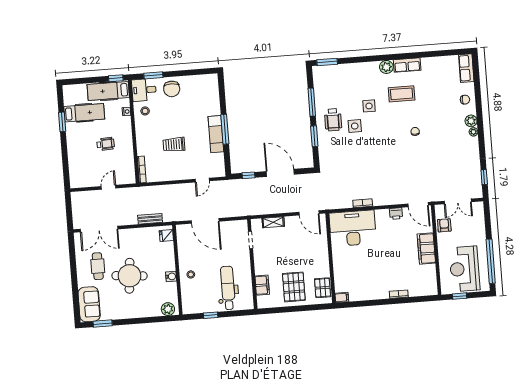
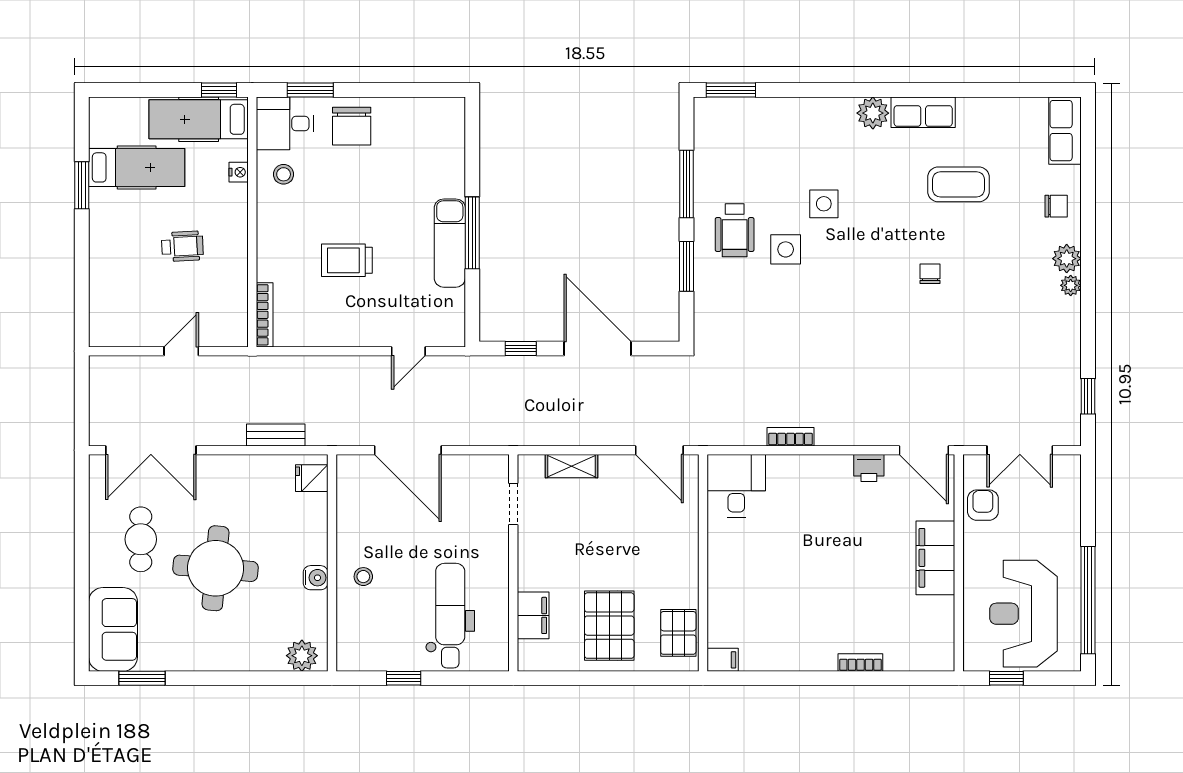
coffee table: (402, 94) -> (959, 184), moved
desk: (353, 228) -> (736, 486), width x0.53, depth x0.77

